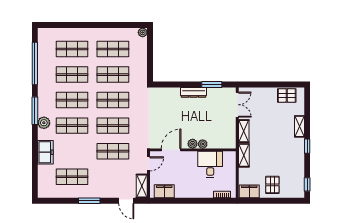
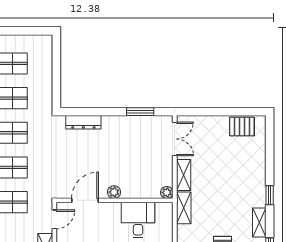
plant: (143, 32) -> (46, 41), removed
dresser: (194, 92) -> (83, 122), moved
shelving: (299, 126) -> (259, 223), moved
plant: (203, 144) -> (167, 192), moved

